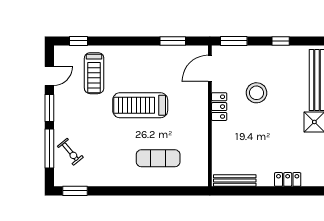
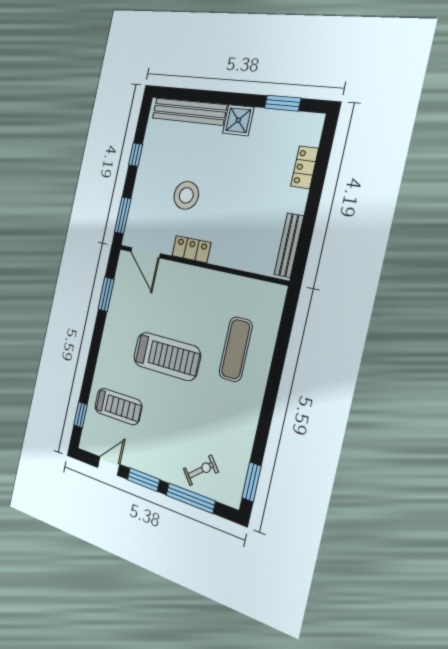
door: (49, 76) -> (109, 466), hinge flipped
treadmill: (140, 105) -> (167, 356), turned -90

